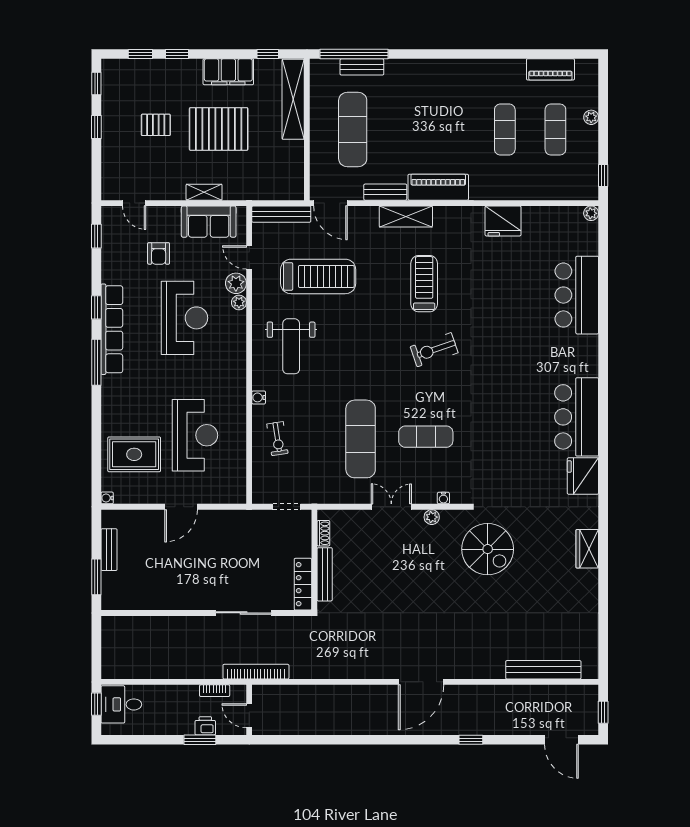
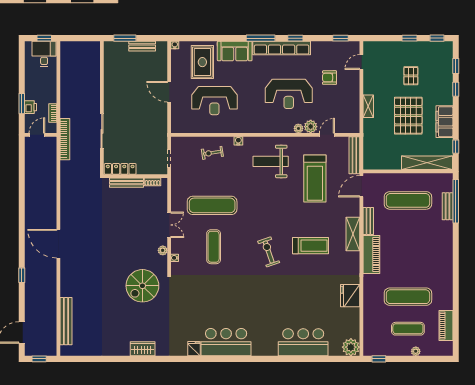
exercise mat: (505, 129) -> (408, 297), width x1.36, depth x1.45
plant: (591, 213) -> (351, 347), width x1.87, depth x1.87
sofa: (209, 222) -> (235, 51), moved, turned -90
fridge: (583, 476) -> (194, 349), width x0.53, depth x0.75

